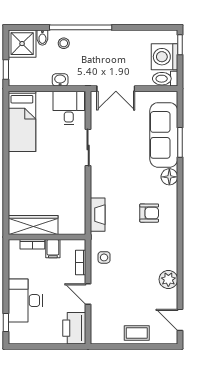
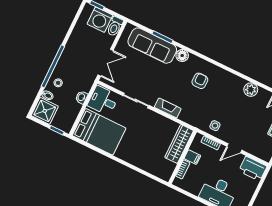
bed: (22, 121) -> (99, 132), width x1.50
fireplace: (98, 215) -> (168, 108), moved
wardrobe: (33, 225) -> (179, 144), moved

